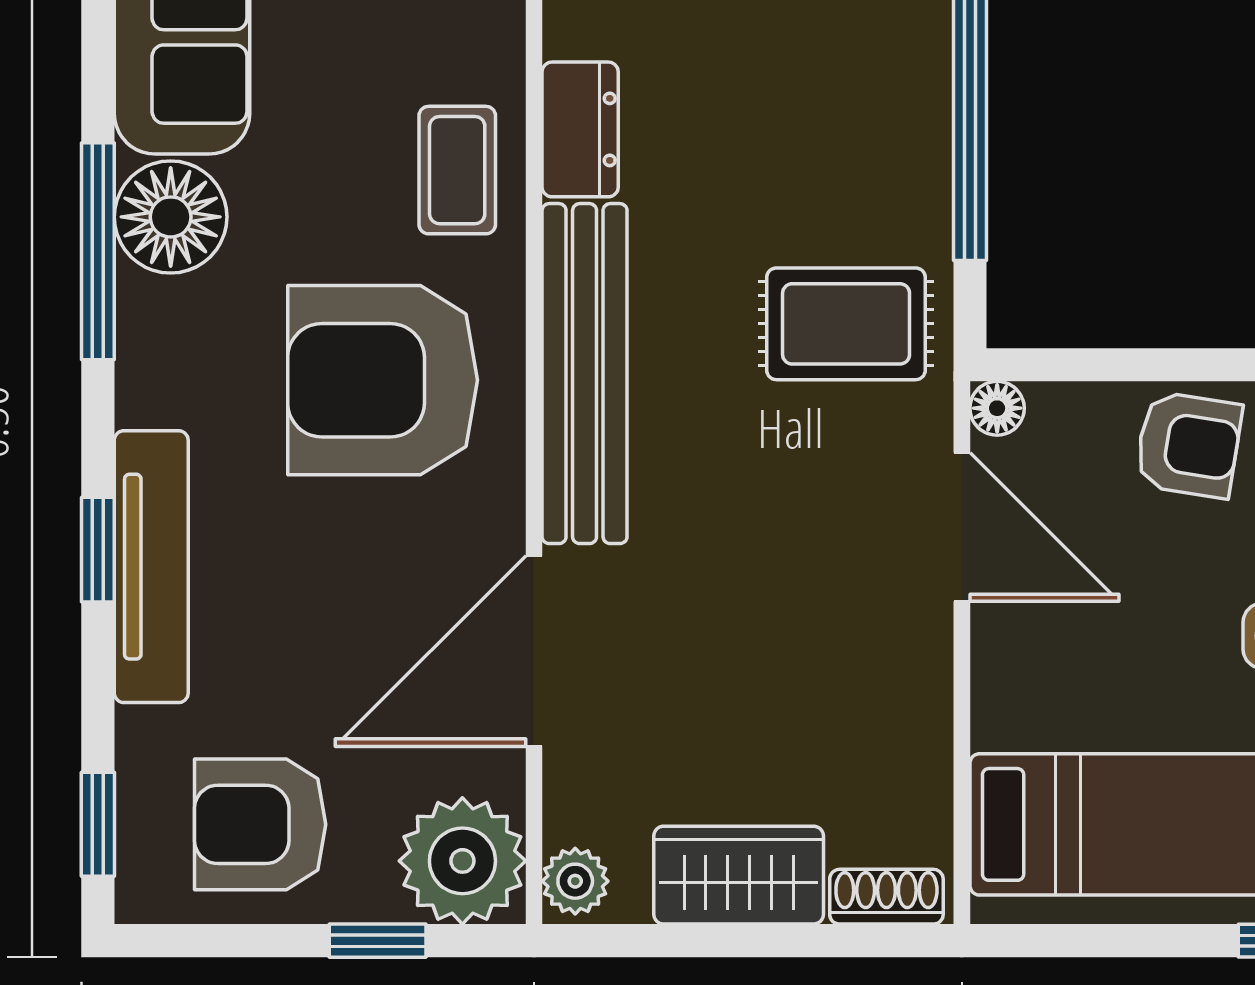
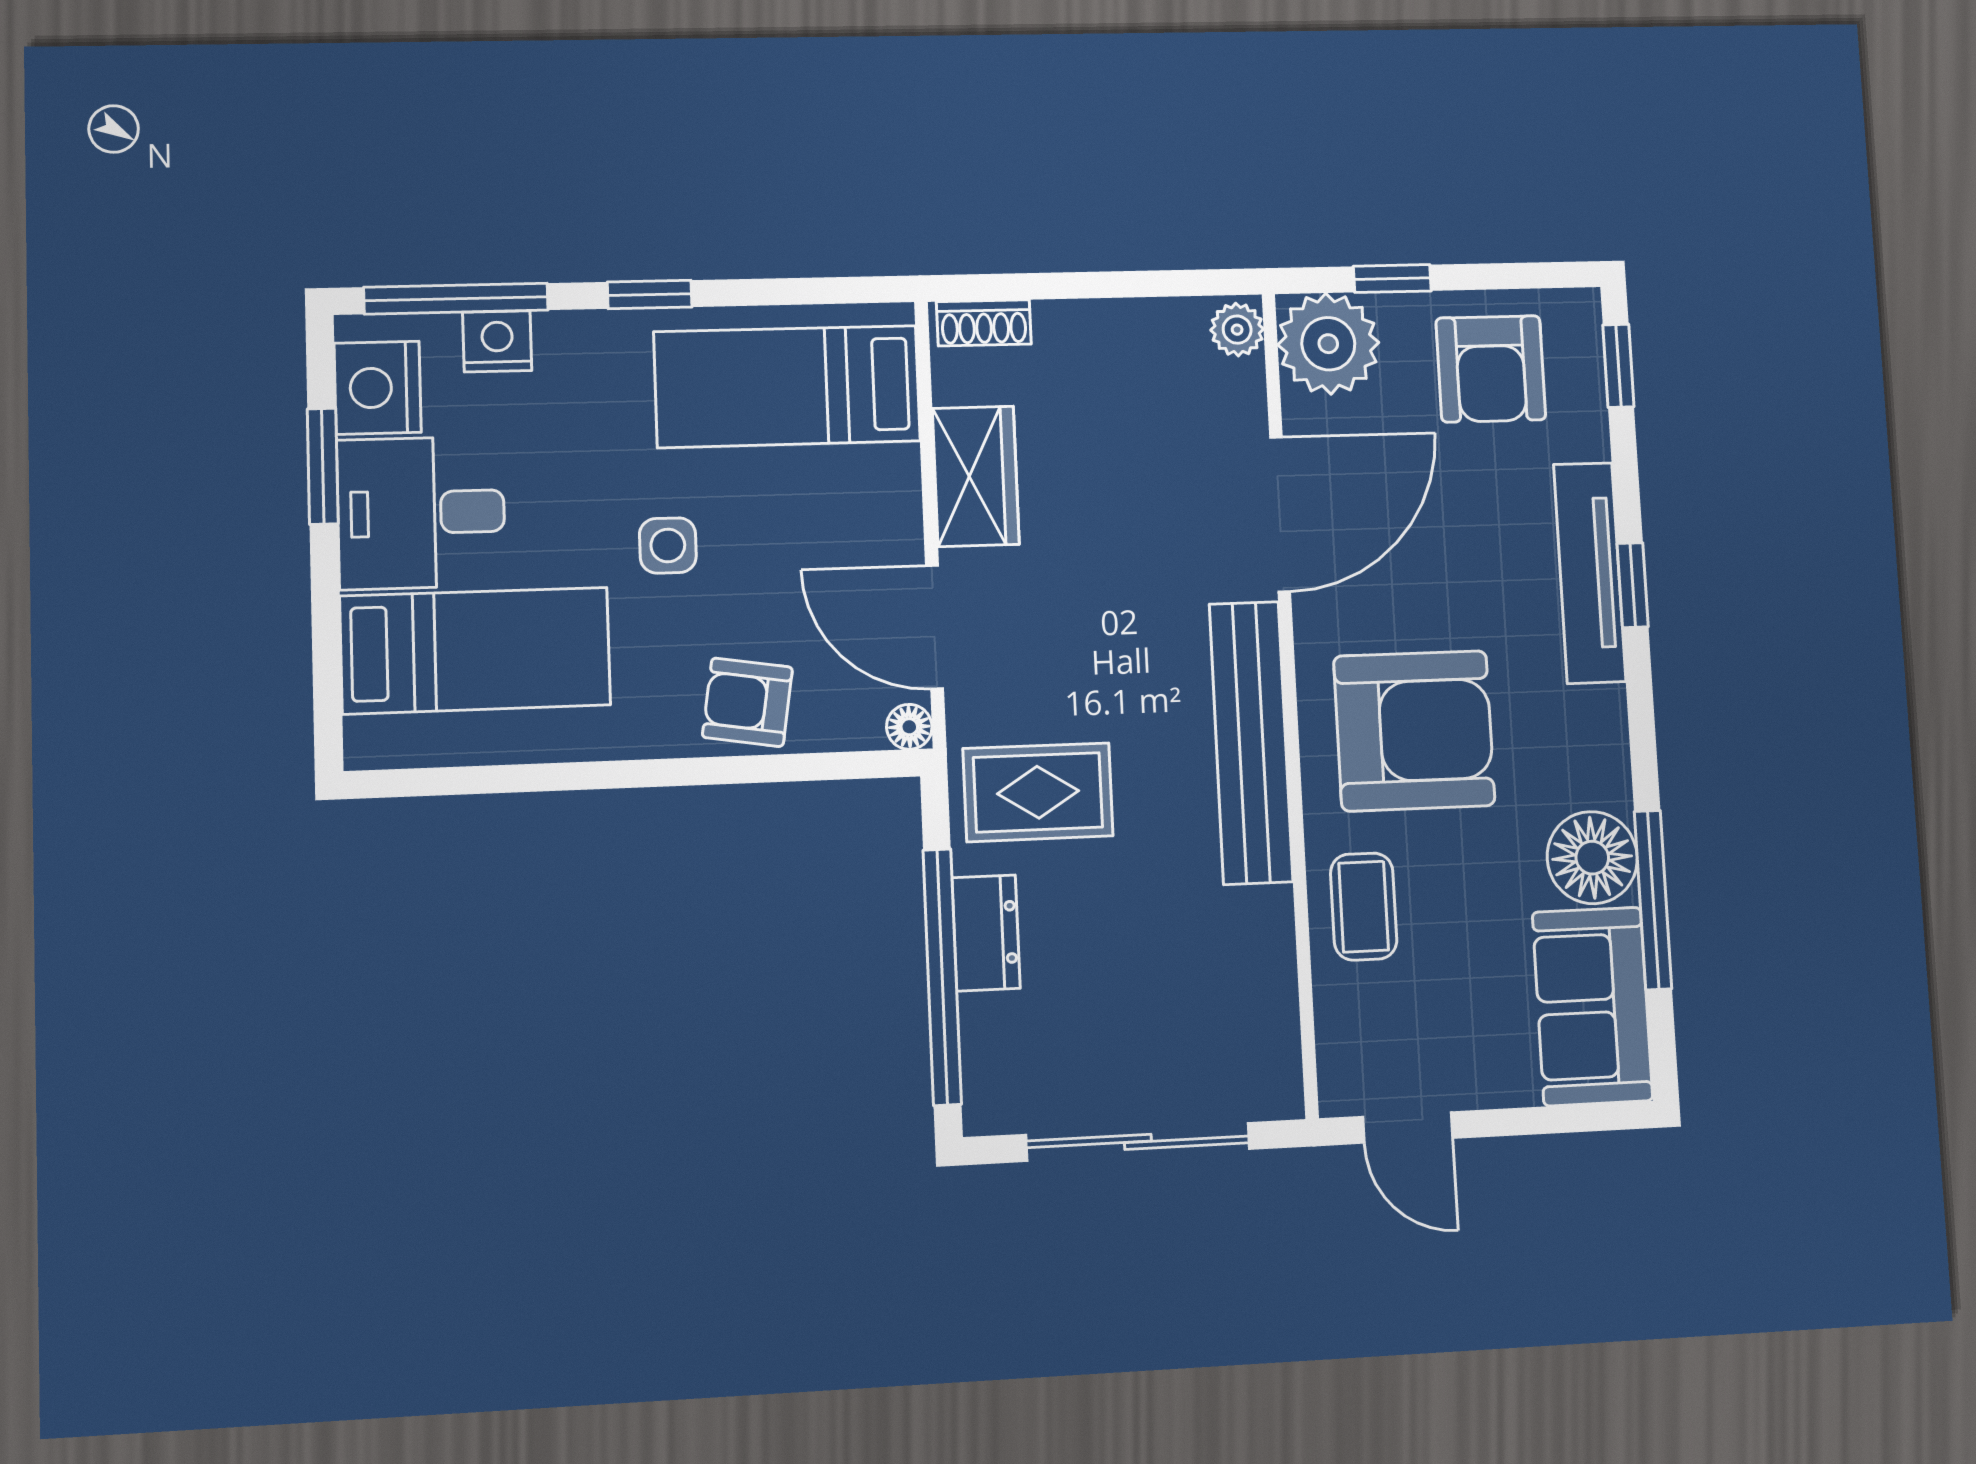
dresser: (580, 129) -> (986, 933), moved, turned 180
window: (98, 251) -> (1653, 900), moved
armchair: (260, 824) -> (1491, 369), turned 90
wardrobe: (739, 875) -> (976, 476), moved, turned -90

